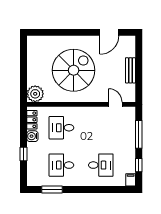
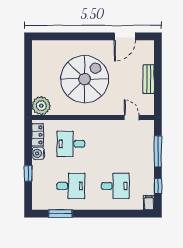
desk: (61, 165) -> (71, 186), turned 180

